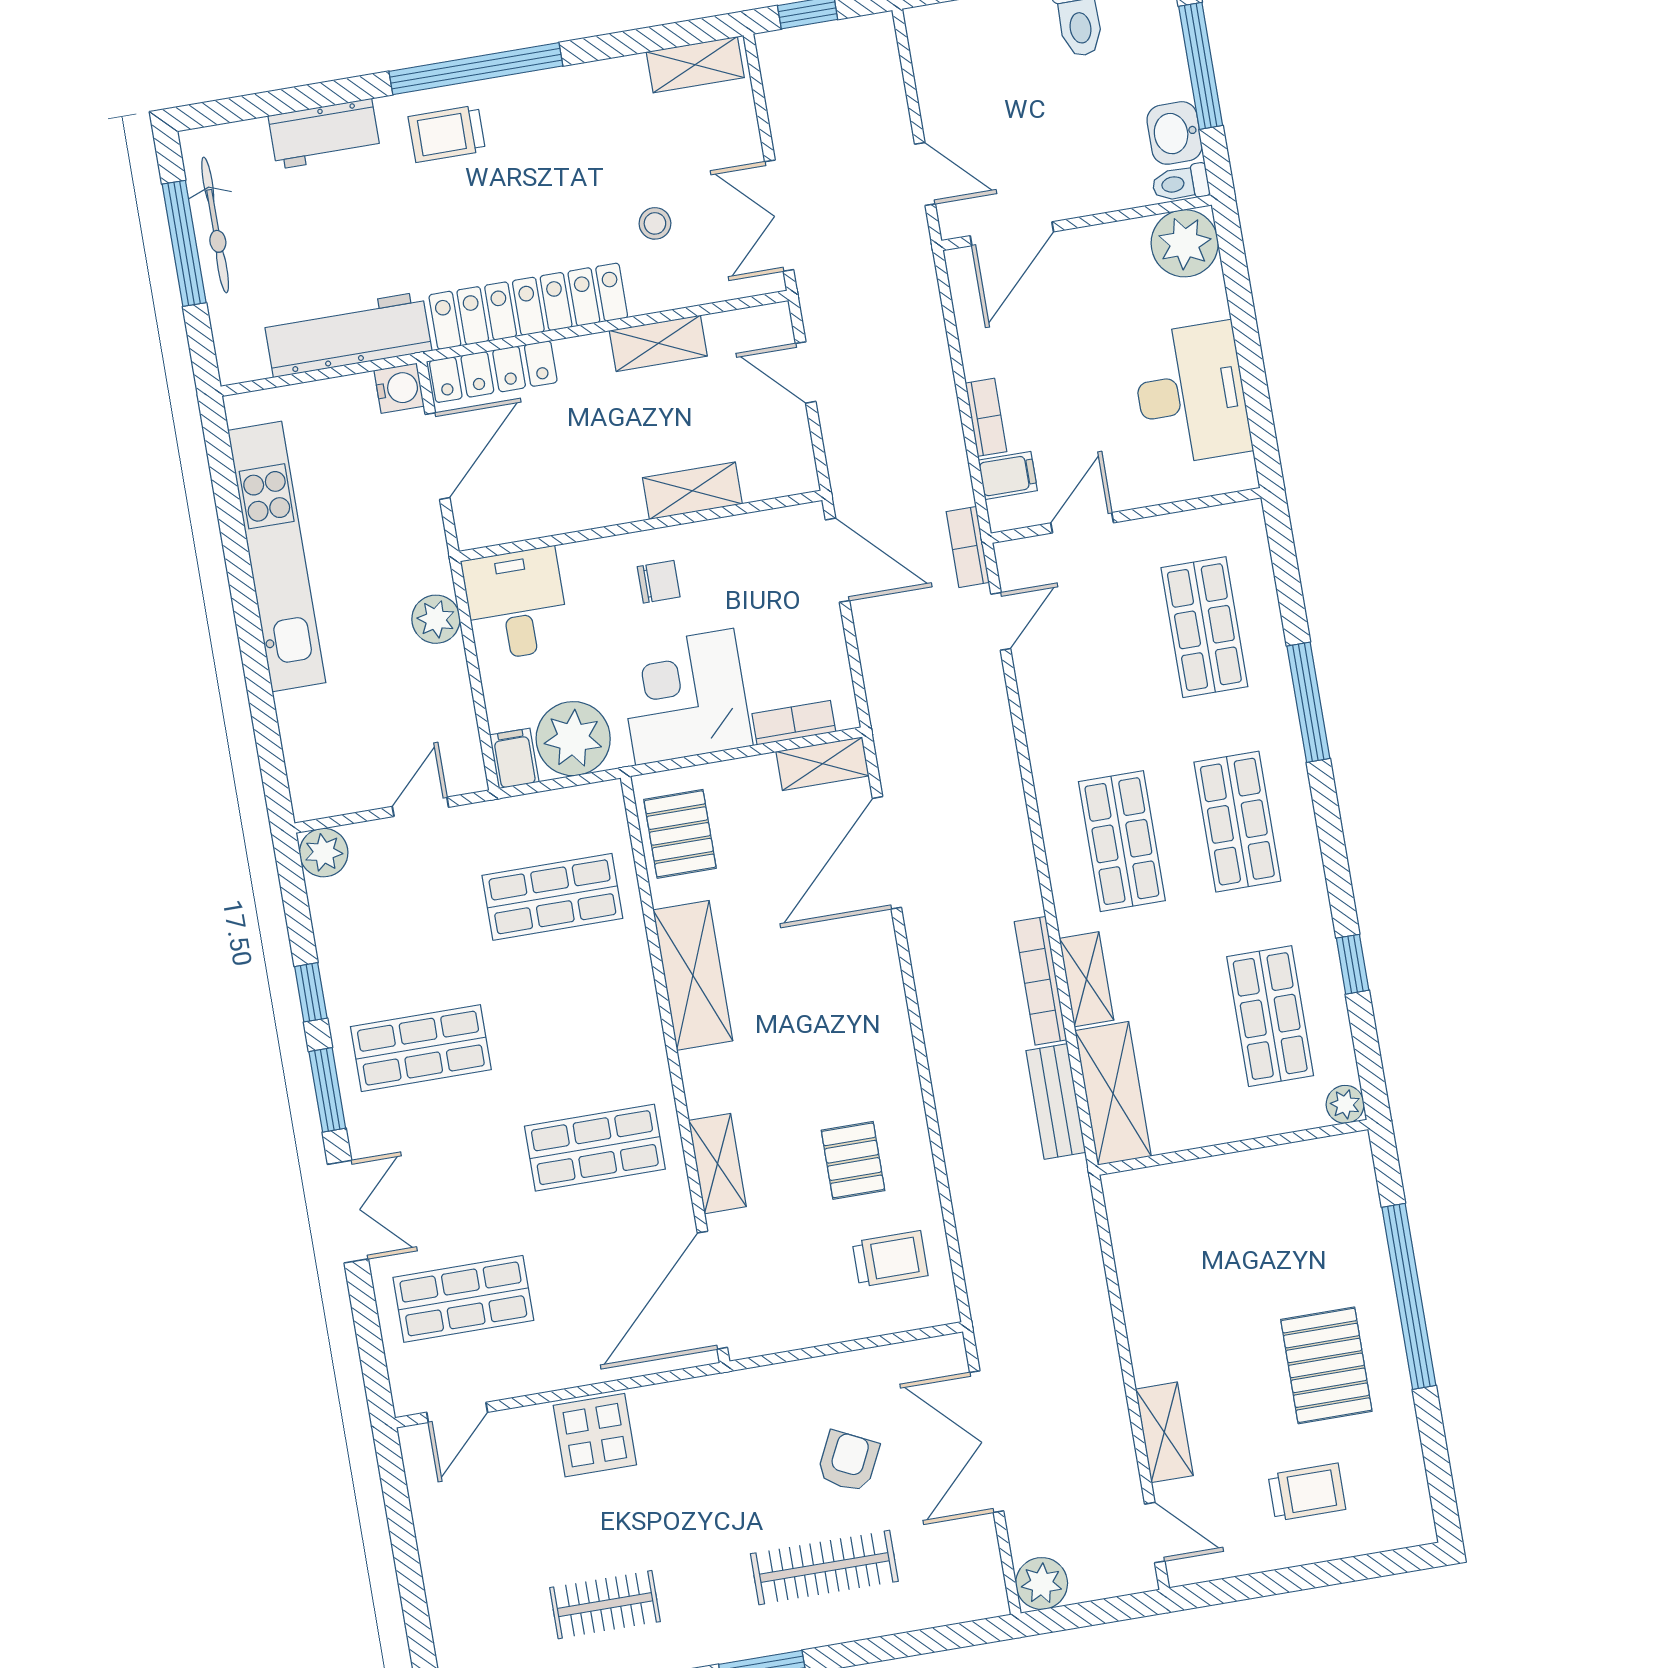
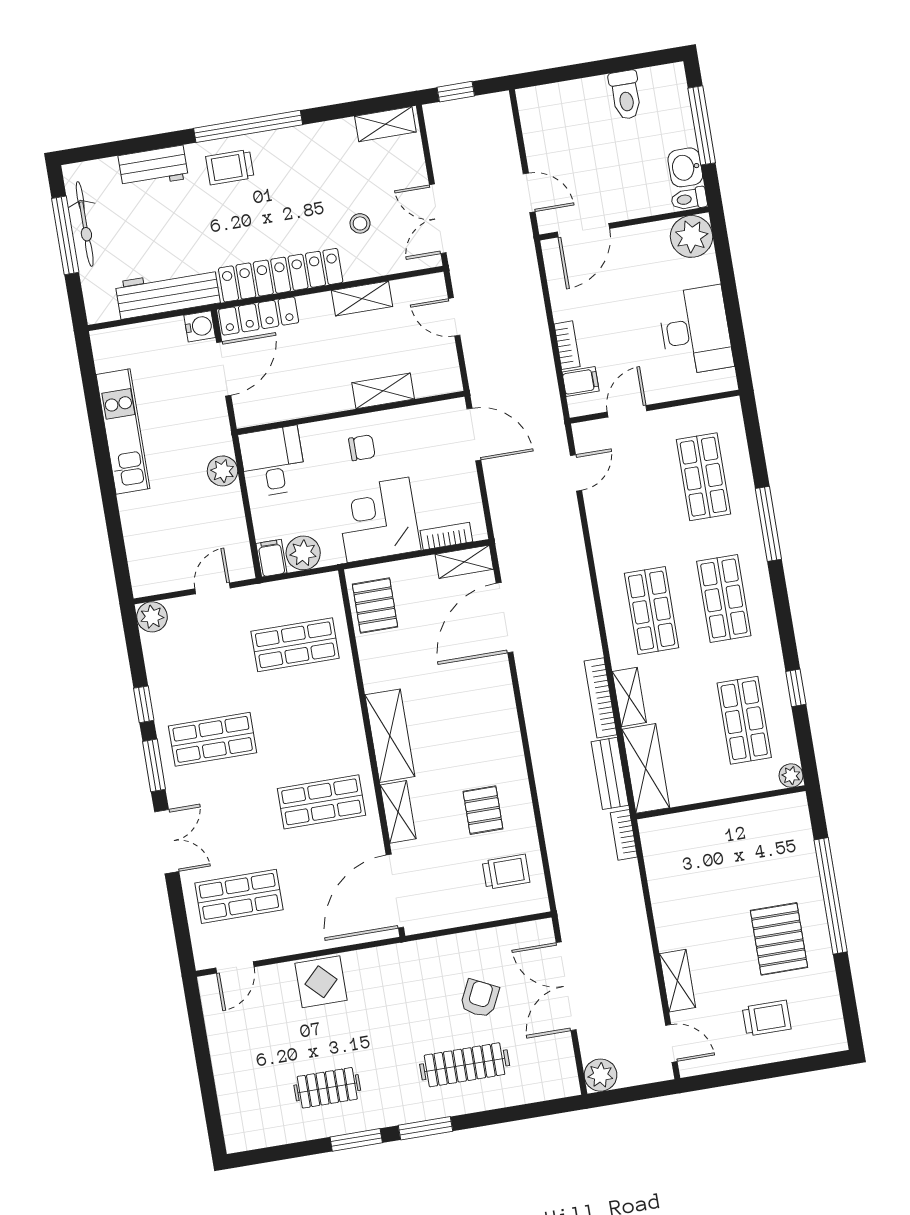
bookcase: (968, 547) -> (624, 835), moved
kitchen unit: (277, 557) -> (123, 432), width x0.73
plant: (573, 739) -> (303, 553), width x0.73, depth x0.73
shelving: (693, 975) -> (390, 736), moved

